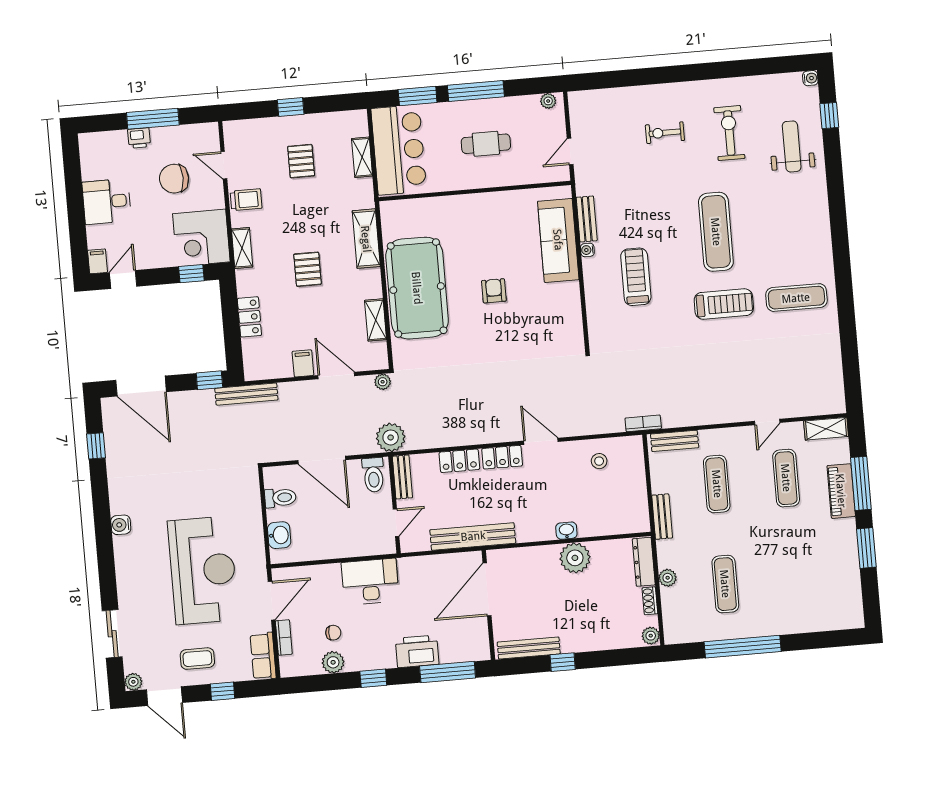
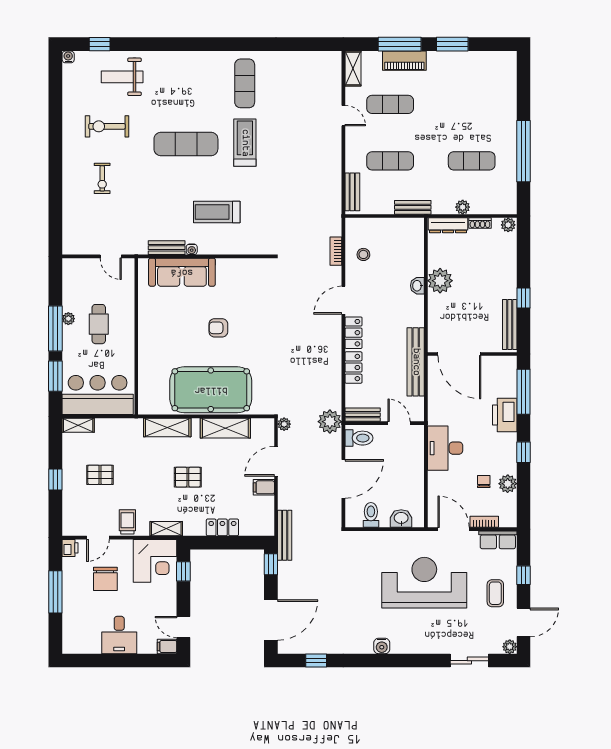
plant: (548, 101) -> (68, 319), moved
printer: (139, 138) -> (70, 548), moved
shelving: (362, 157) -> (78, 425), moved
shelving: (376, 320) -> (225, 428), width x1.50, depth x1.33
bookcase: (643, 423) -> (336, 251), moved

